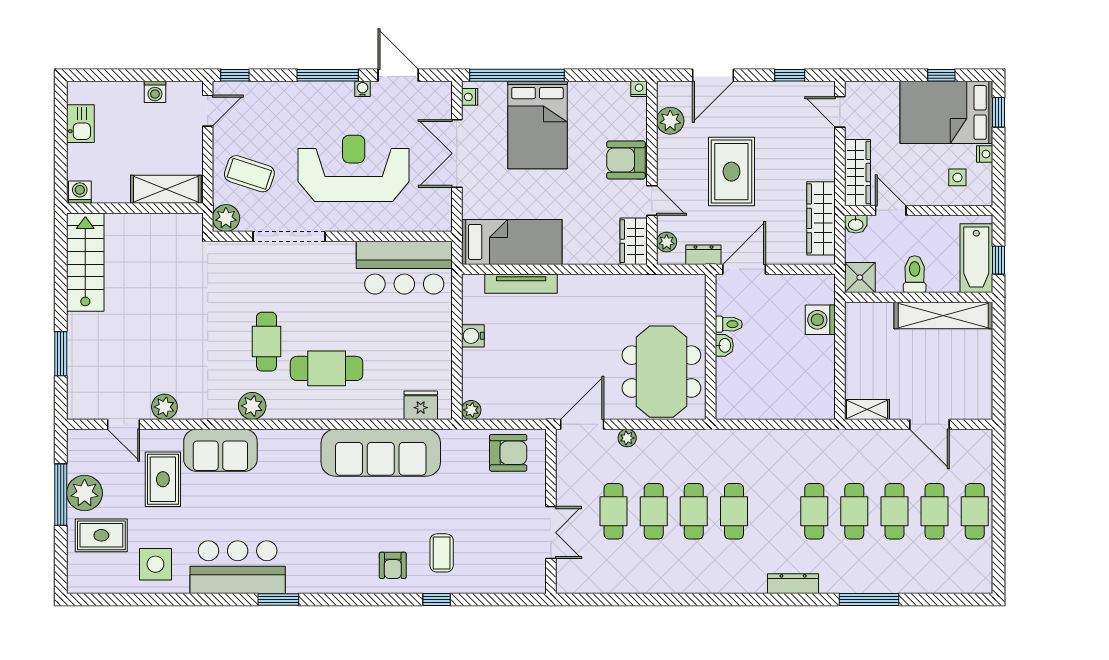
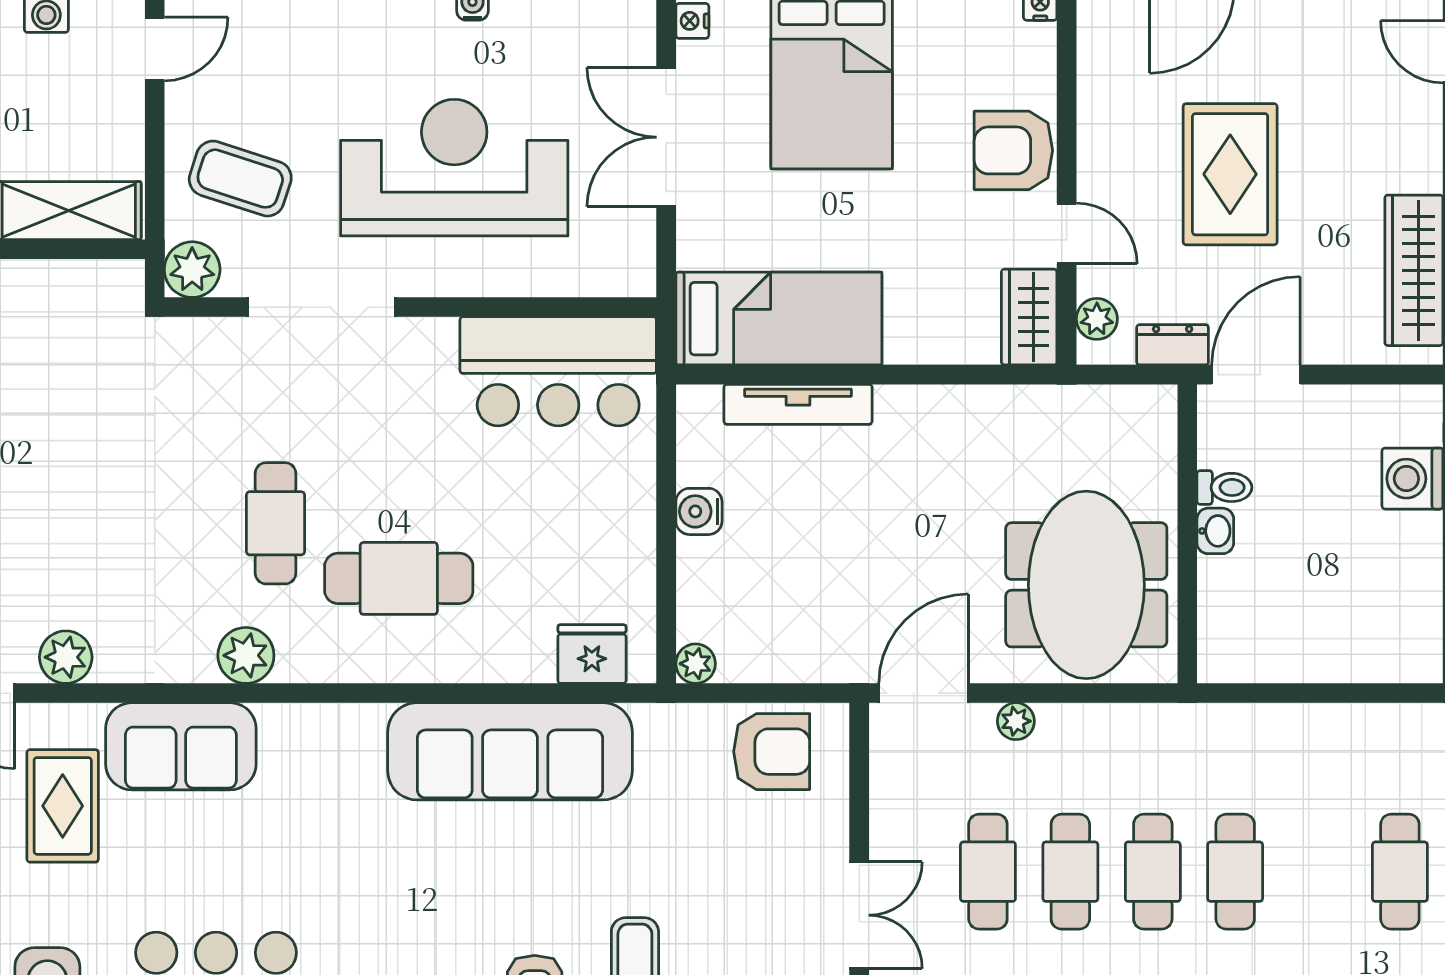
plant: (670, 121) -> (1104, 70), removed

